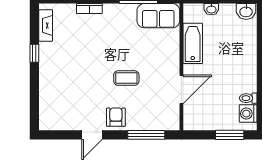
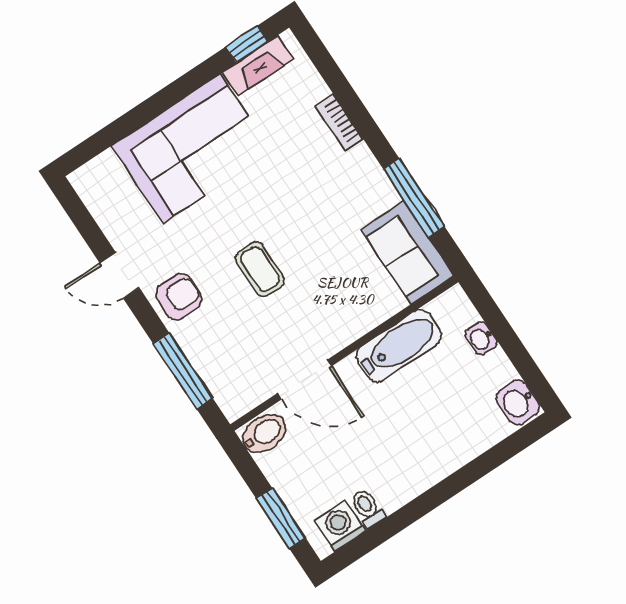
window: (34, 53) -> (247, 44), moved
corner sofa: (61, 73) -> (192, 148), added
bidet: (192, 119) -> (264, 433), added

